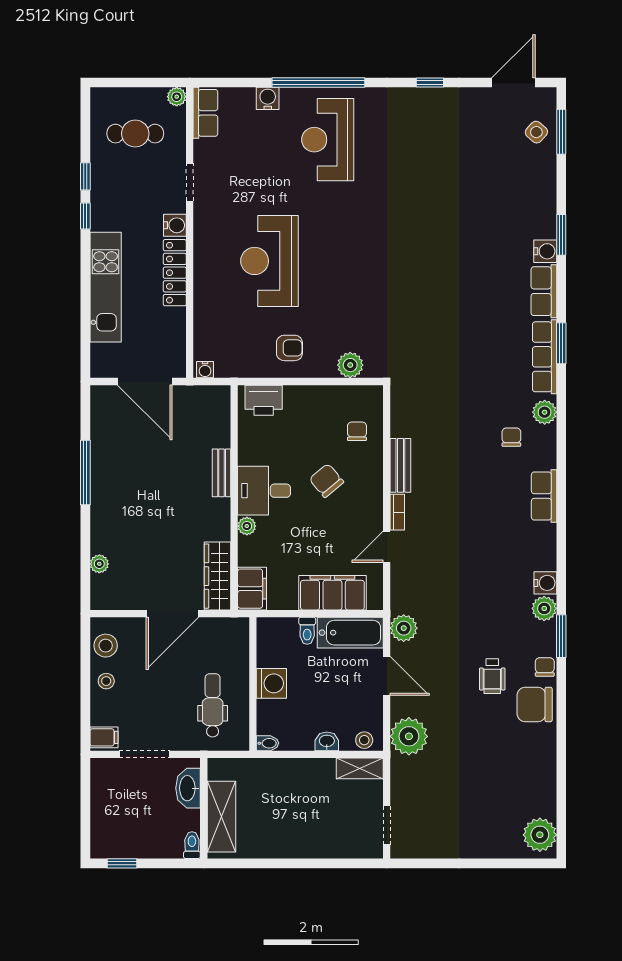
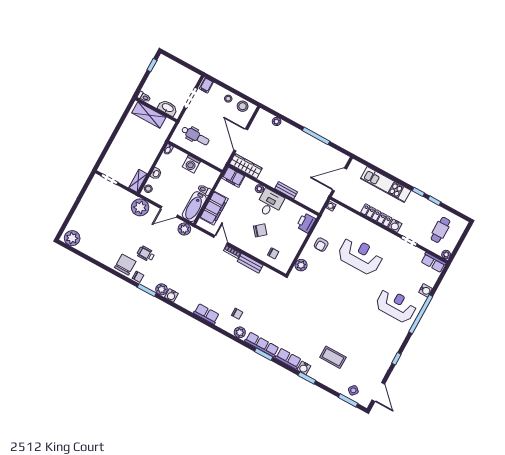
coffee table: (494, 206) -> (333, 357), added

